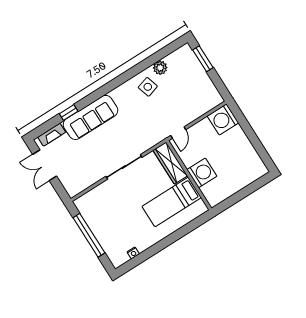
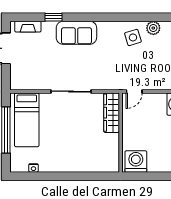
sofa: (90, 117) -> (76, 33), width x0.73
washing machine: (202, 173) -> (136, 161), moved, turned -90
bed: (172, 202) -> (27, 120), moved, turned -90

